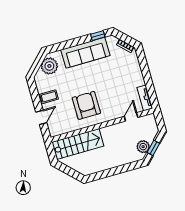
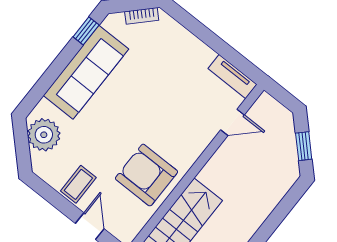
armchair: (86, 105) -> (146, 175), moved
door: (131, 117) -> (233, 122), swing flipped
plant: (143, 147) -> (286, 156), removed

